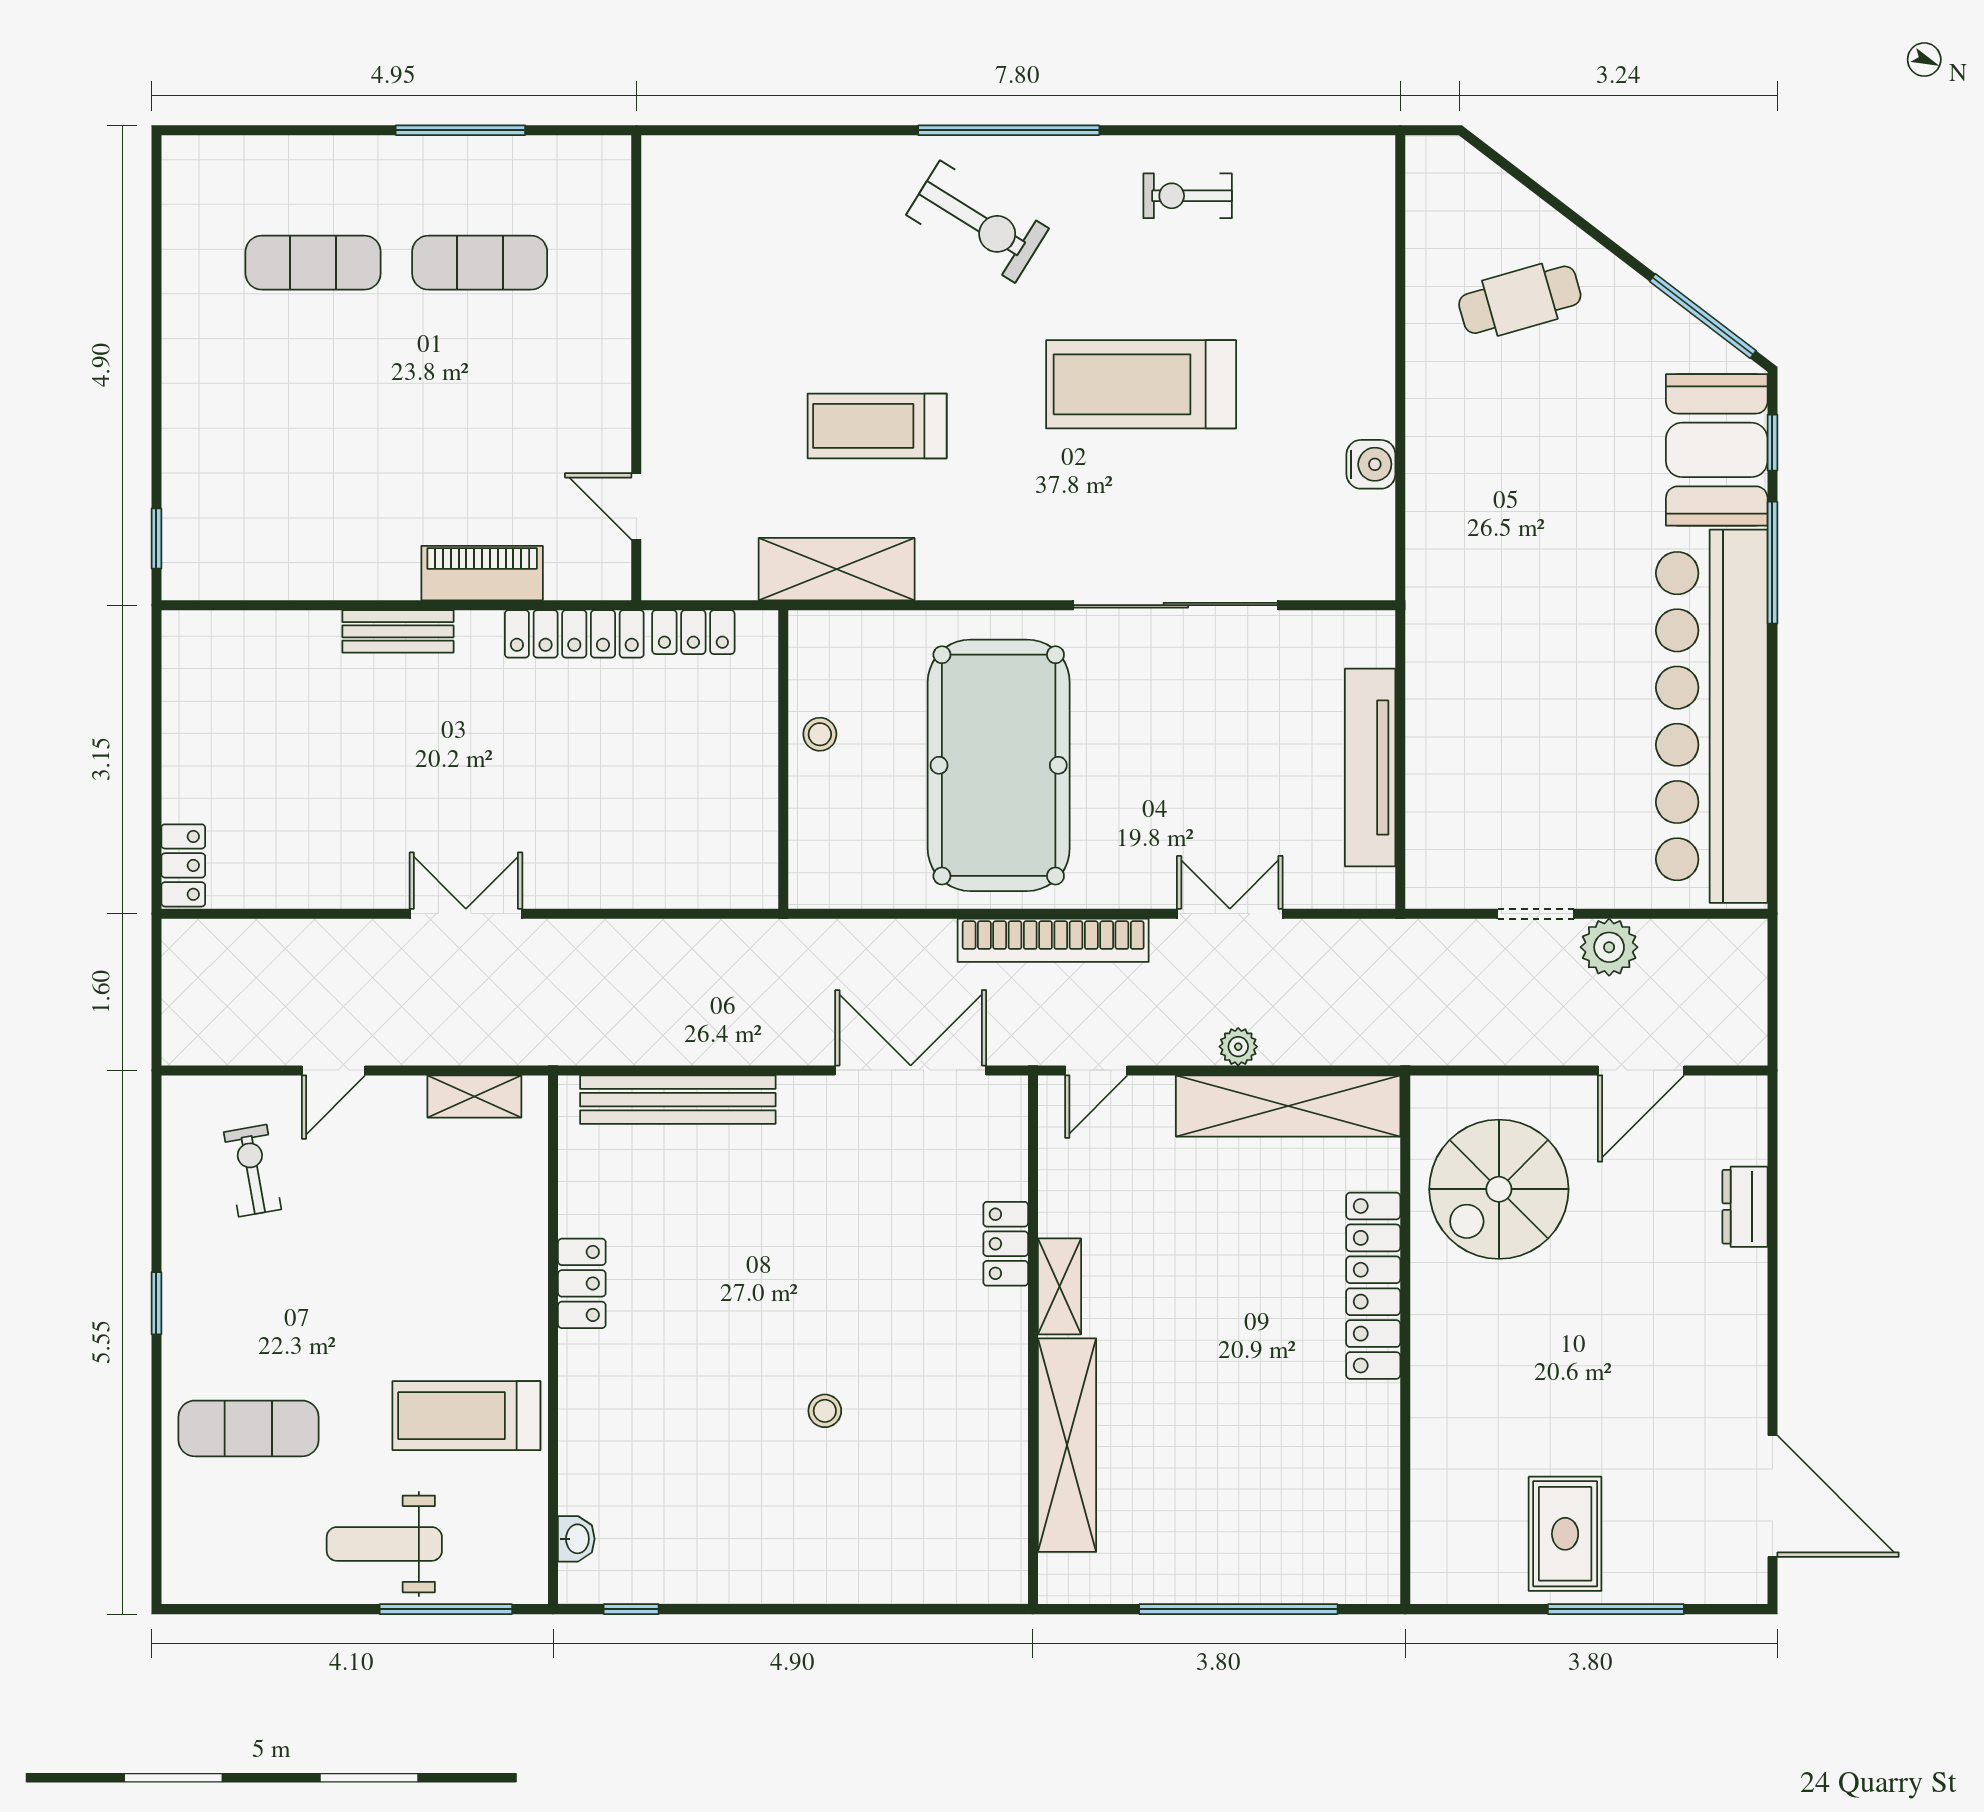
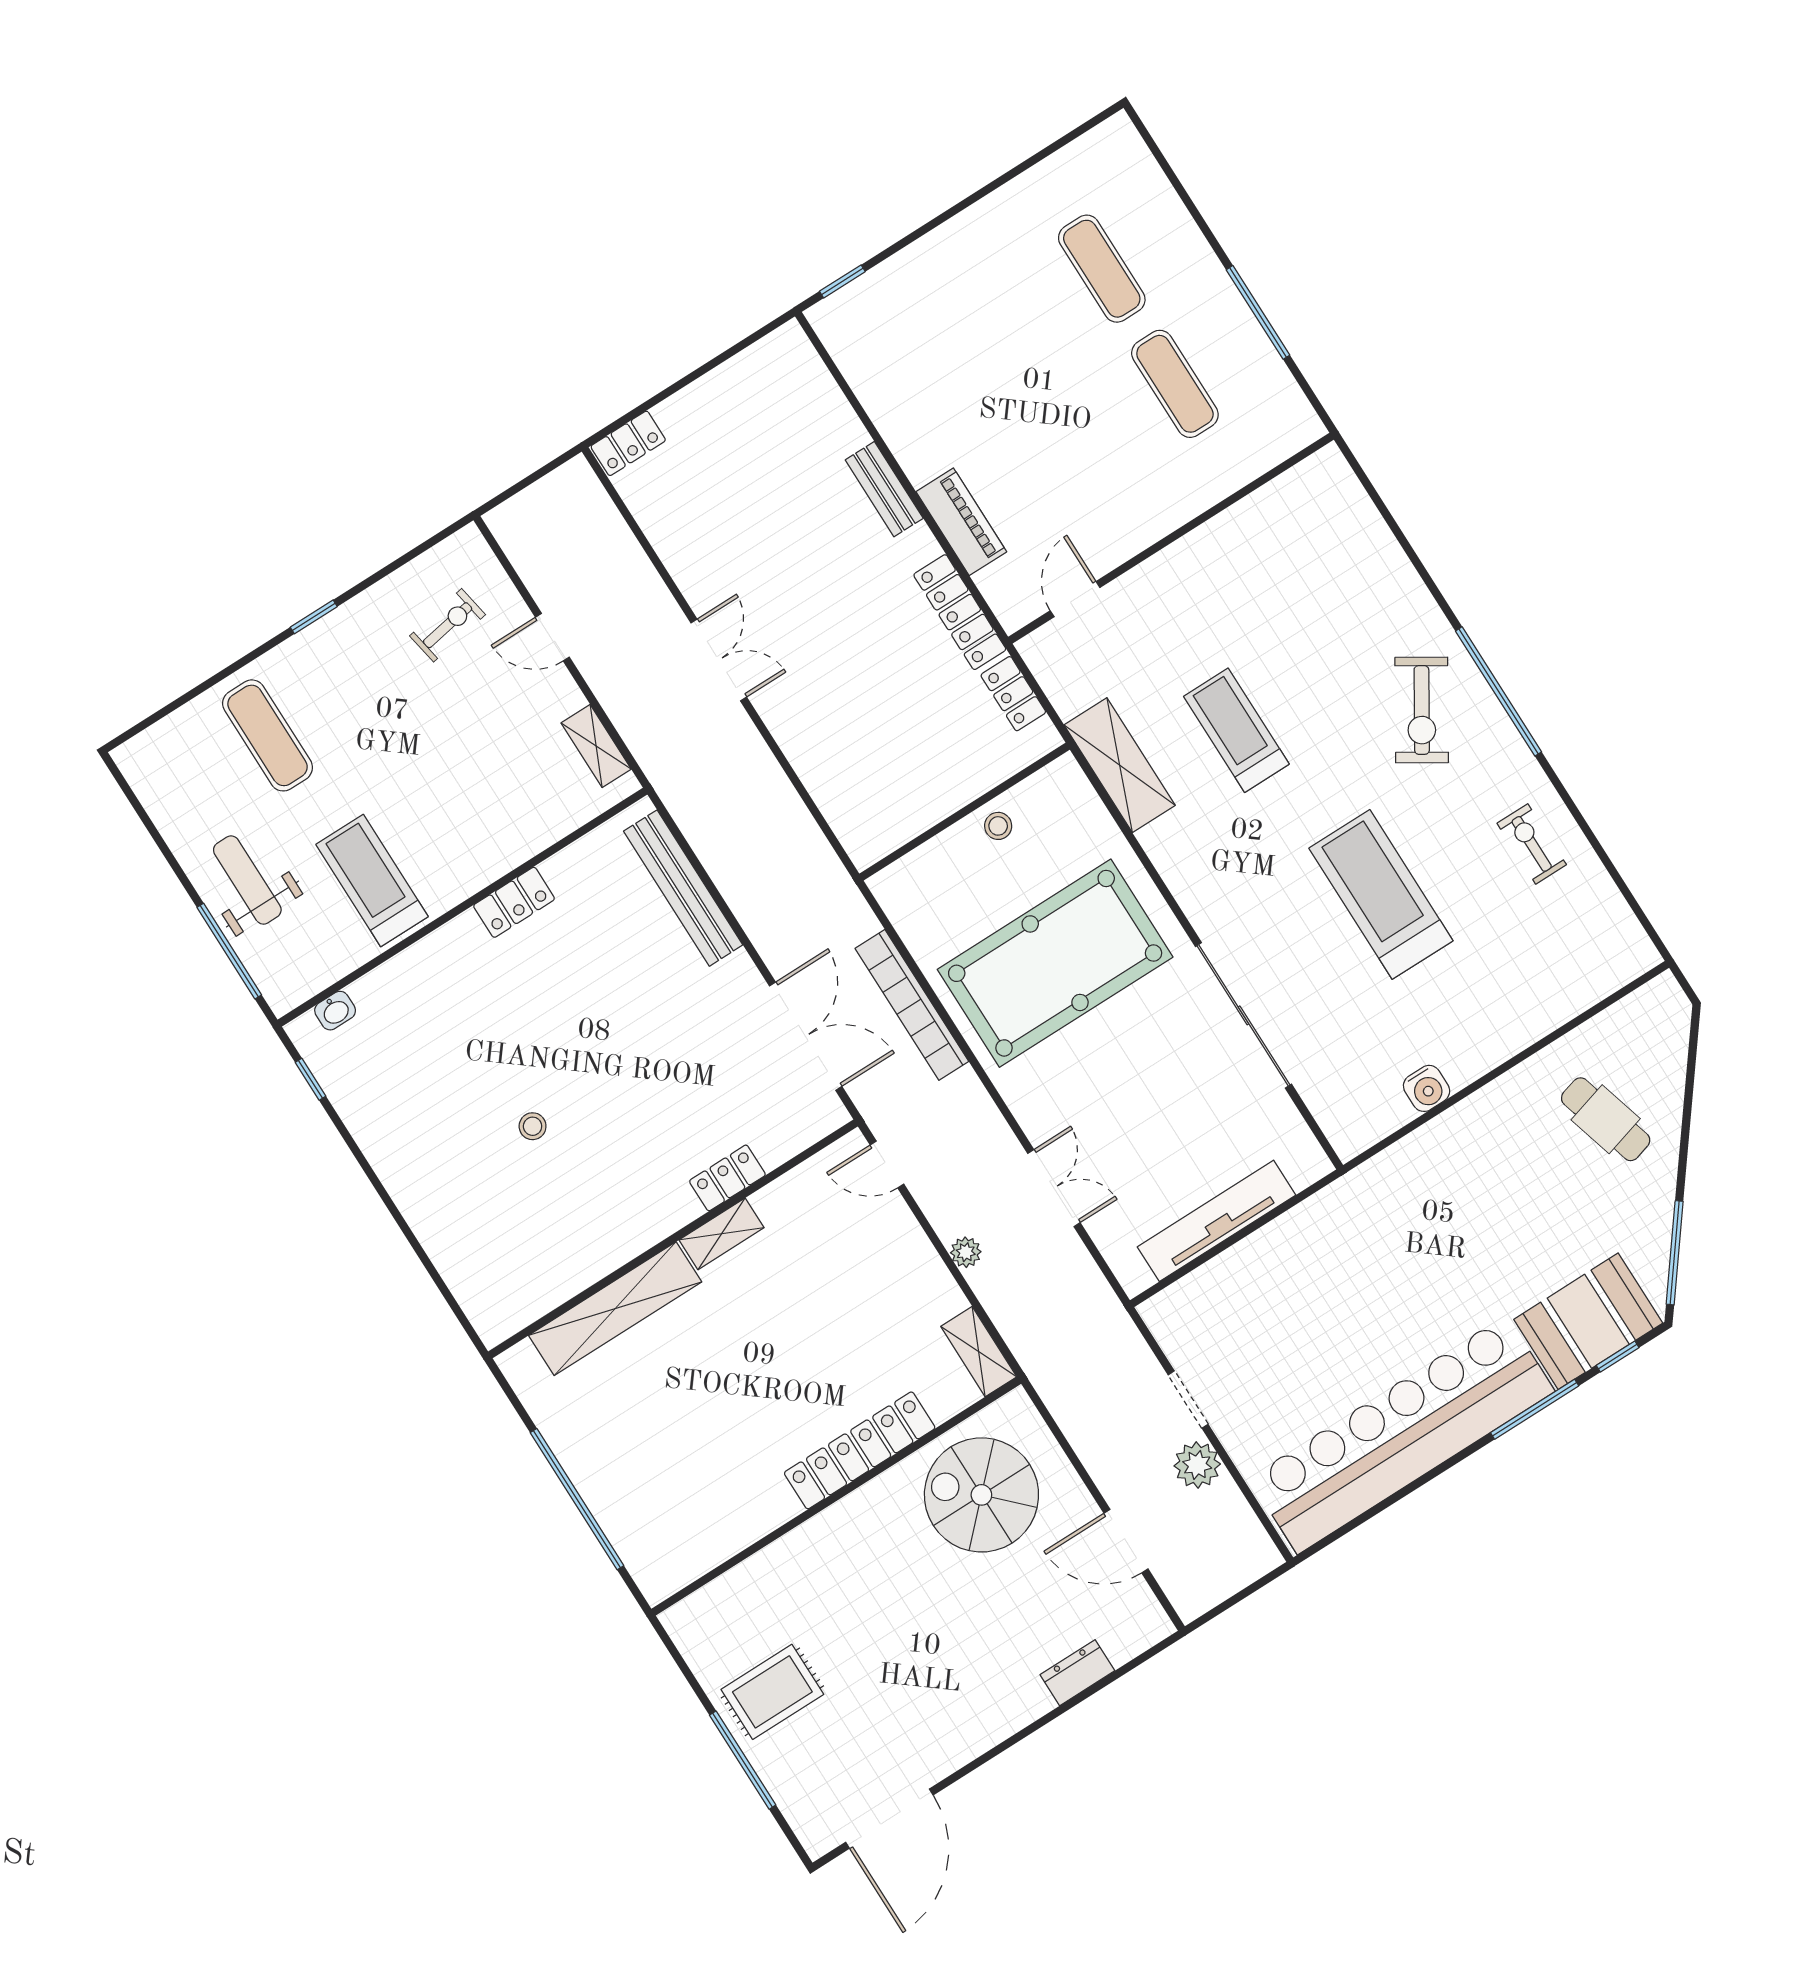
bookcase: (1053, 940) -> (912, 1005), moved
shelving: (1288, 1106) -> (979, 1352), width x0.45, depth x0.75

